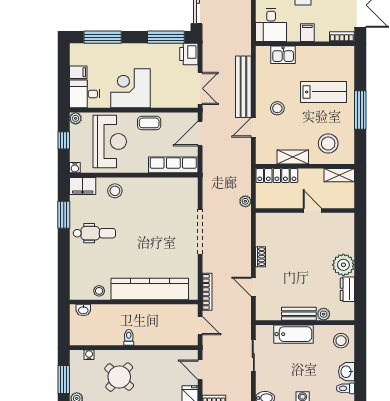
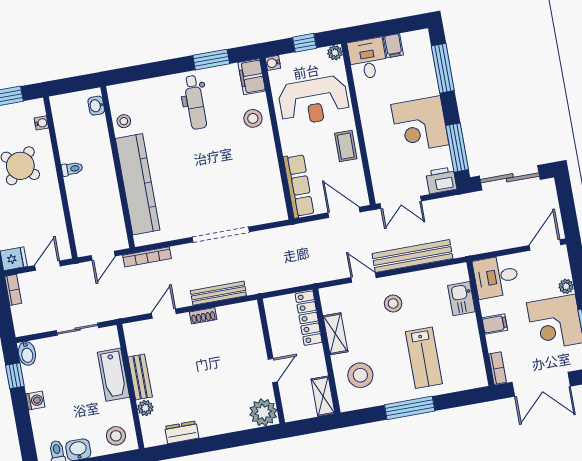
corner desk: (130, 88) -> (420, 125), moved, turned 180
plant: (245, 201) -> (269, 284), removed
bench: (245, 242) -> (218, 293), added
plant: (343, 265) -> (263, 412), moved

